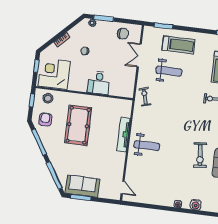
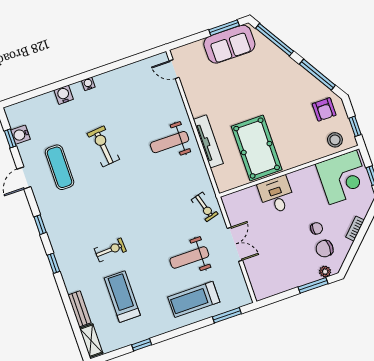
chair: (123, 34) -> (325, 249), moved
double door: (139, 55) -> (235, 244), moved
pool table: (78, 125) -> (257, 148), moved
exercise bike: (200, 155) -> (103, 146), moved

